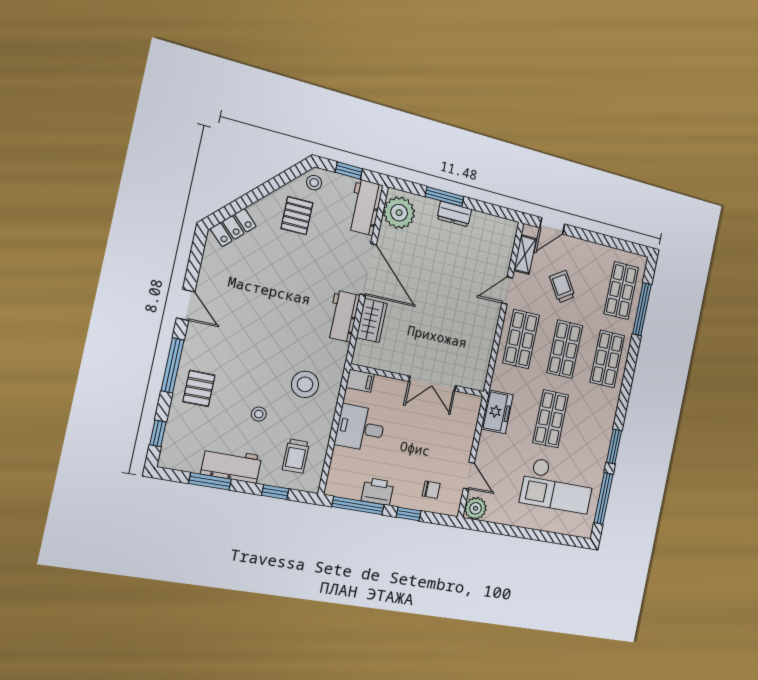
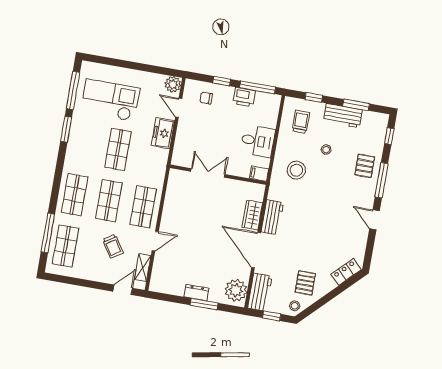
freezer: (497, 412) -> (163, 133), moved

